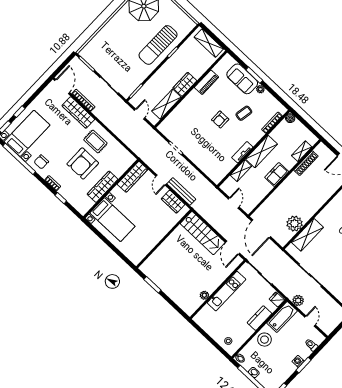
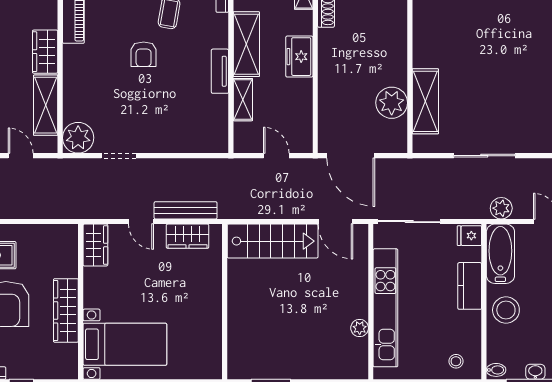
plant: (167, 127) -> (78, 138), added
wardrobe: (132, 177) -> (95, 245), width x0.67
kitchen unit: (226, 291) -> (385, 308), width x1.36

